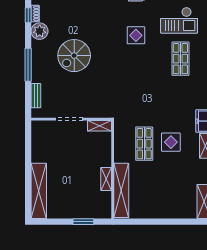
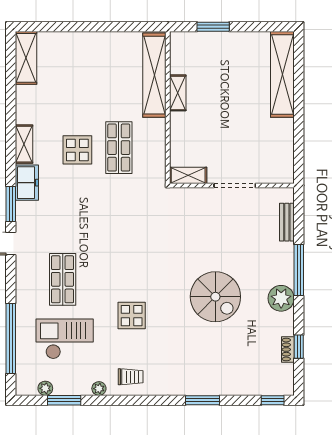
plant: (40, 31) -> (281, 298), moved
spiral stairs: (74, 56) -> (215, 297), moved, turned 90

